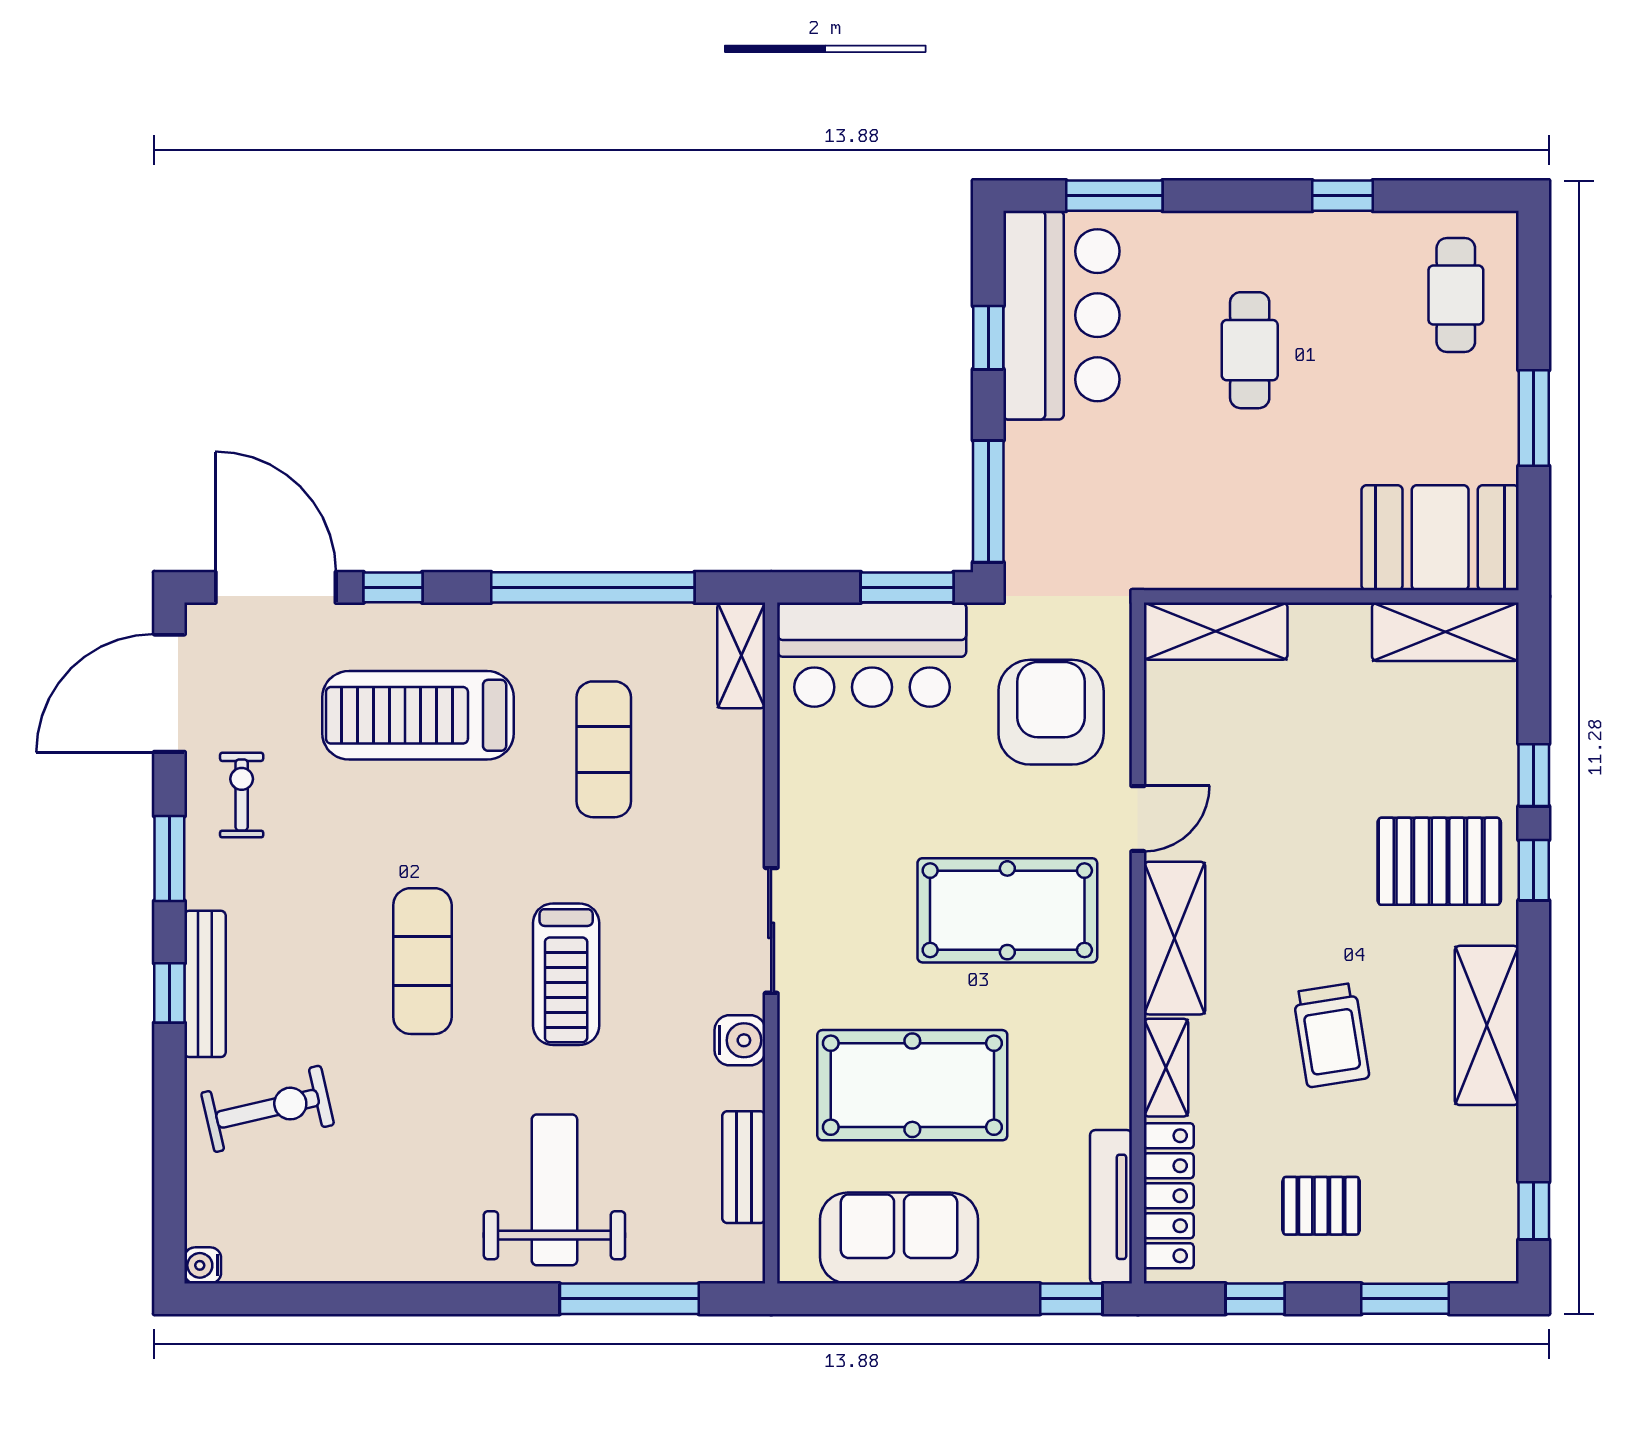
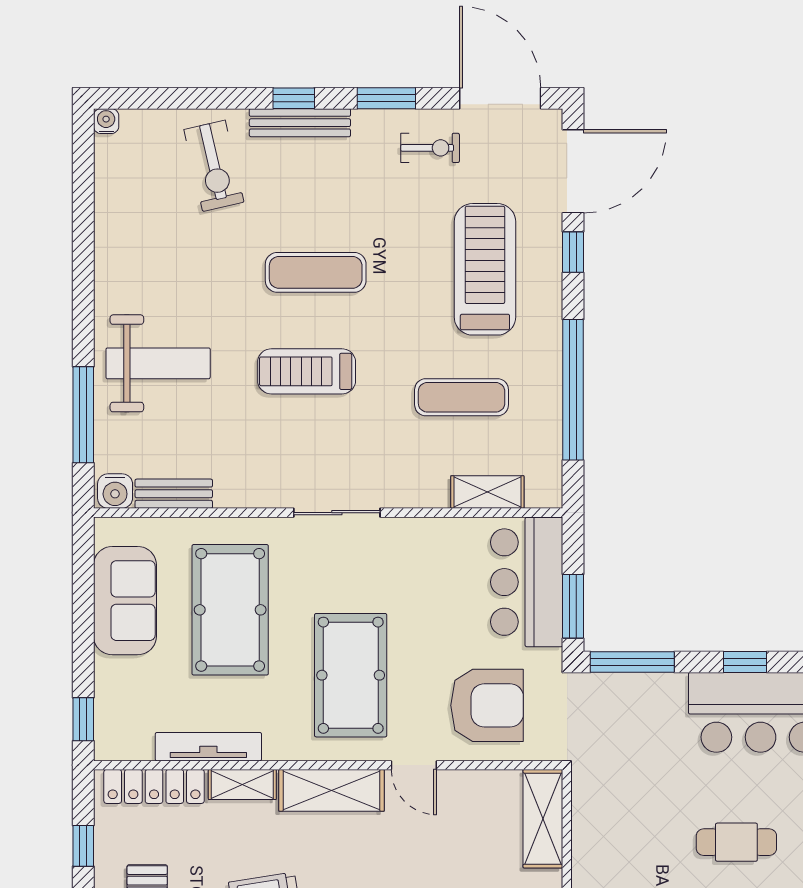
shelving: (741, 655) -> (487, 492), moved
water cooler: (740, 1040) -> (115, 491), moved
tv unit: (1111, 1207) -> (208, 747), moved

